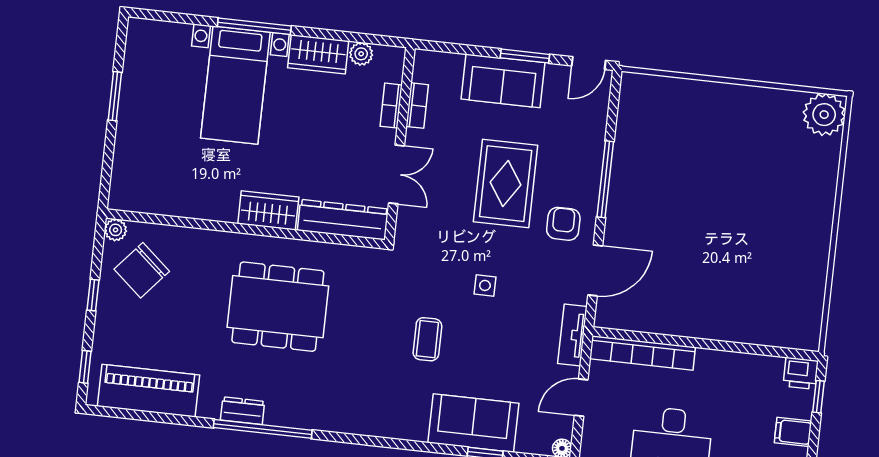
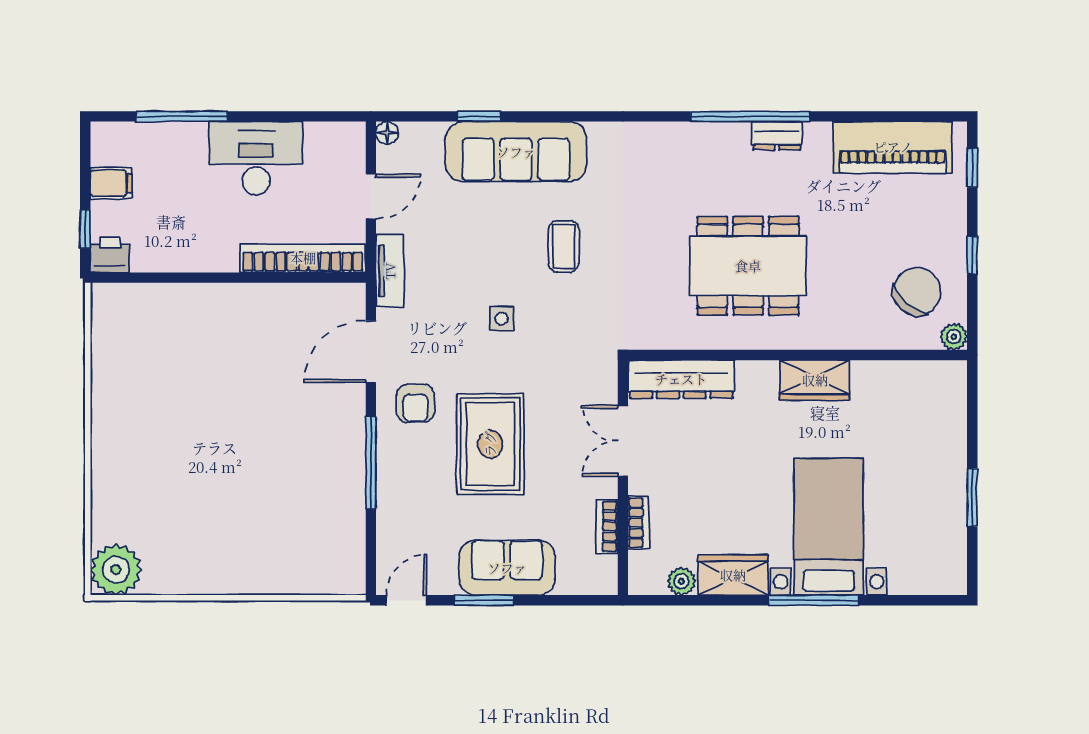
wardrobe: (268, 210) -> (815, 380), moved
sofa: (473, 423) -> (516, 152), width x1.36

